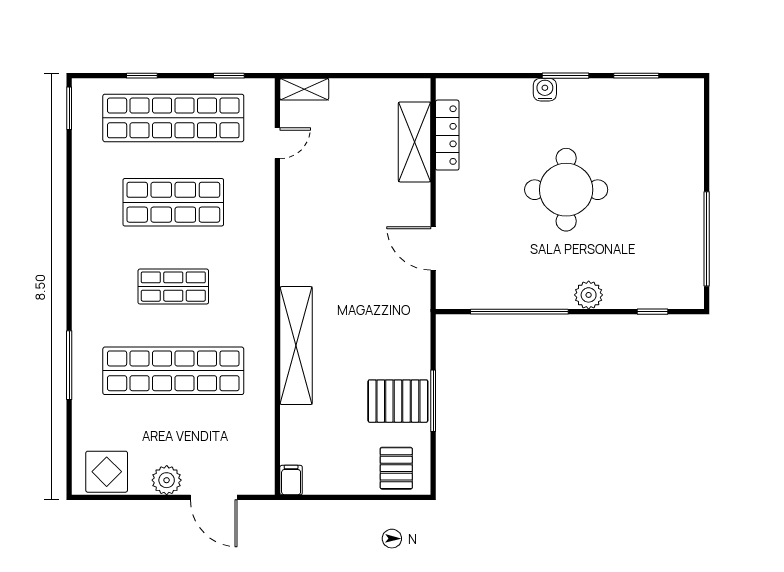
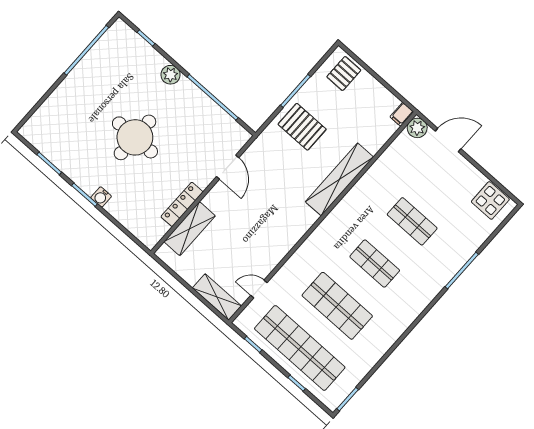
shelving: (304, 89) -> (217, 297), width x1.50, depth x1.33
locker: (447, 135) -> (182, 204), moved
shop shelf: (173, 371) -> (412, 221), width x0.50, depth x0.74
pallet: (398, 401) -> (302, 127), moved
plant: (167, 480) -> (417, 128), moved
door: (214, 497) -> (448, 140), hinge flipped

